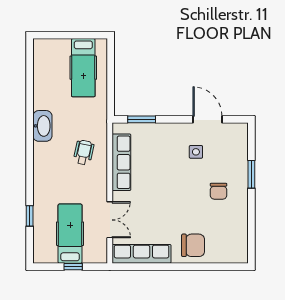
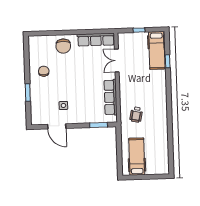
washbasin: (42, 126) -> (161, 119), removed
wheelchair: (84, 152) -> (136, 115), moved
chair: (219, 191) -> (44, 71), moved
hospital bed: (70, 234) -> (157, 50), moved
chair: (193, 245) -> (63, 46), turned -90

